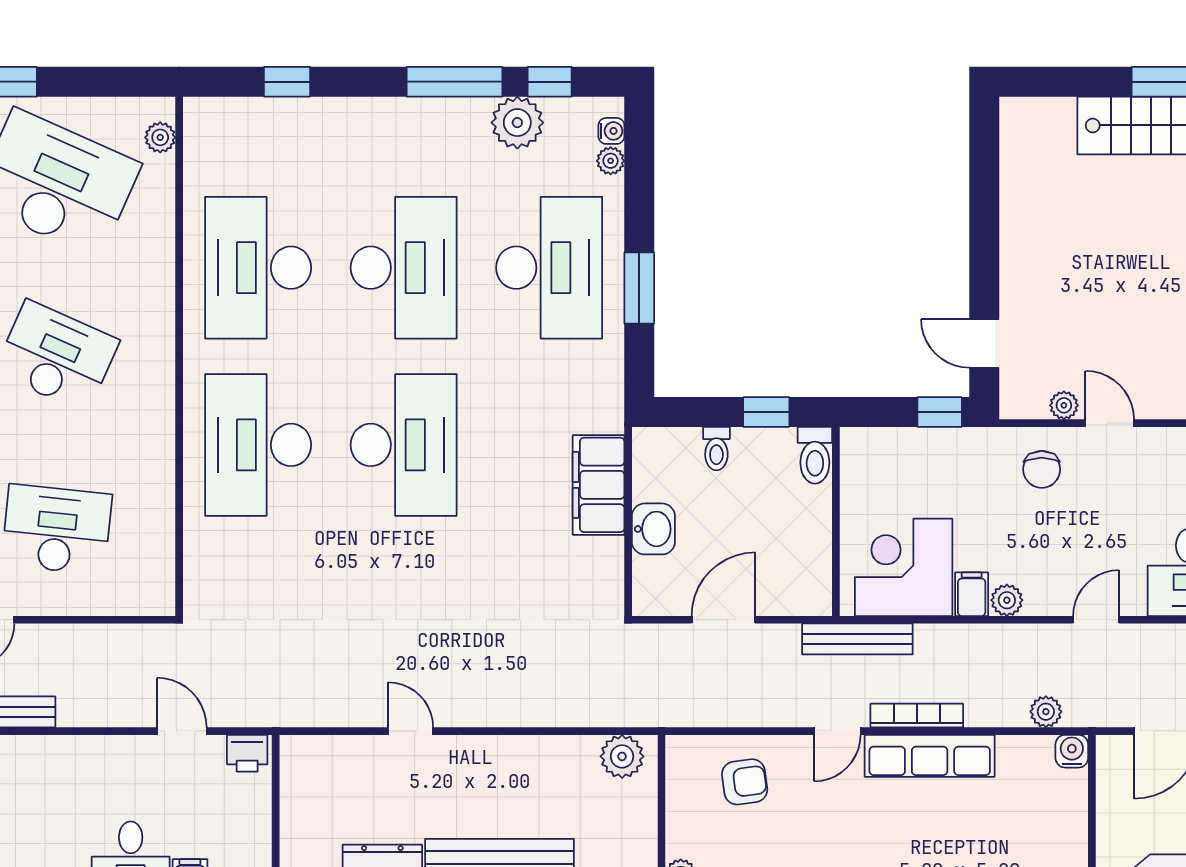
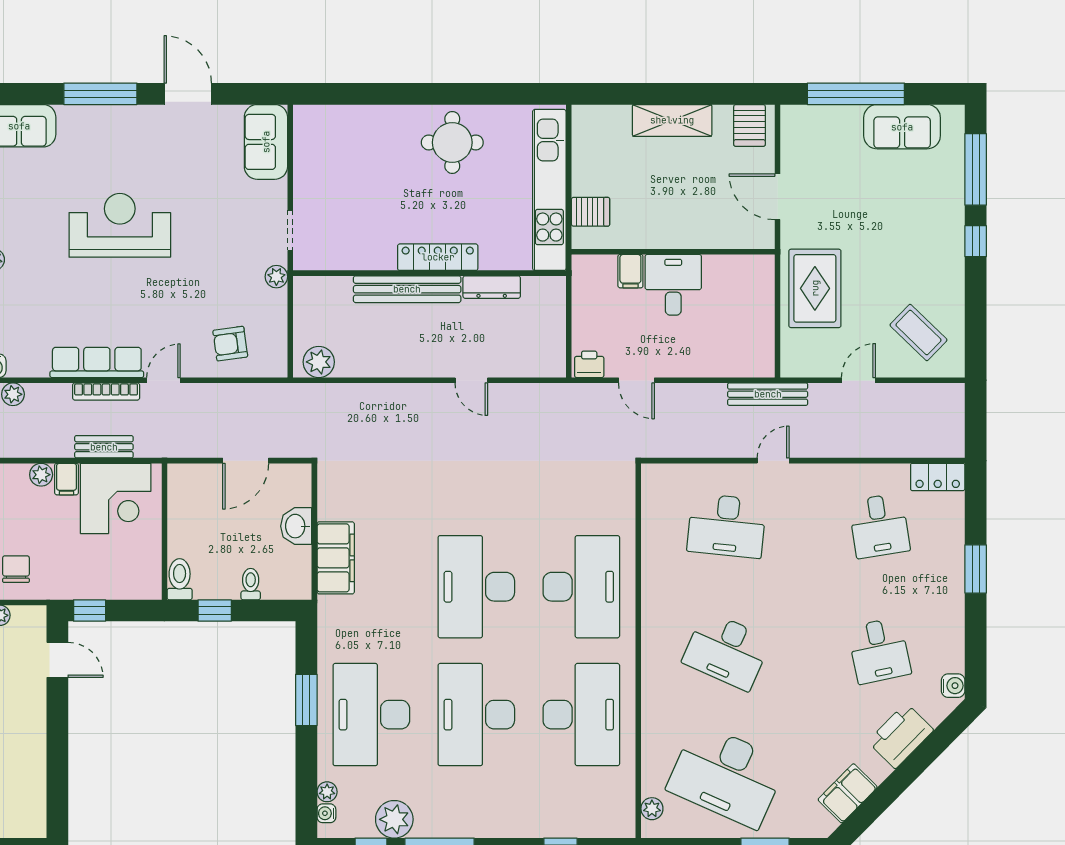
bench: (857, 639) -> (104, 447), moved, width x0.73

